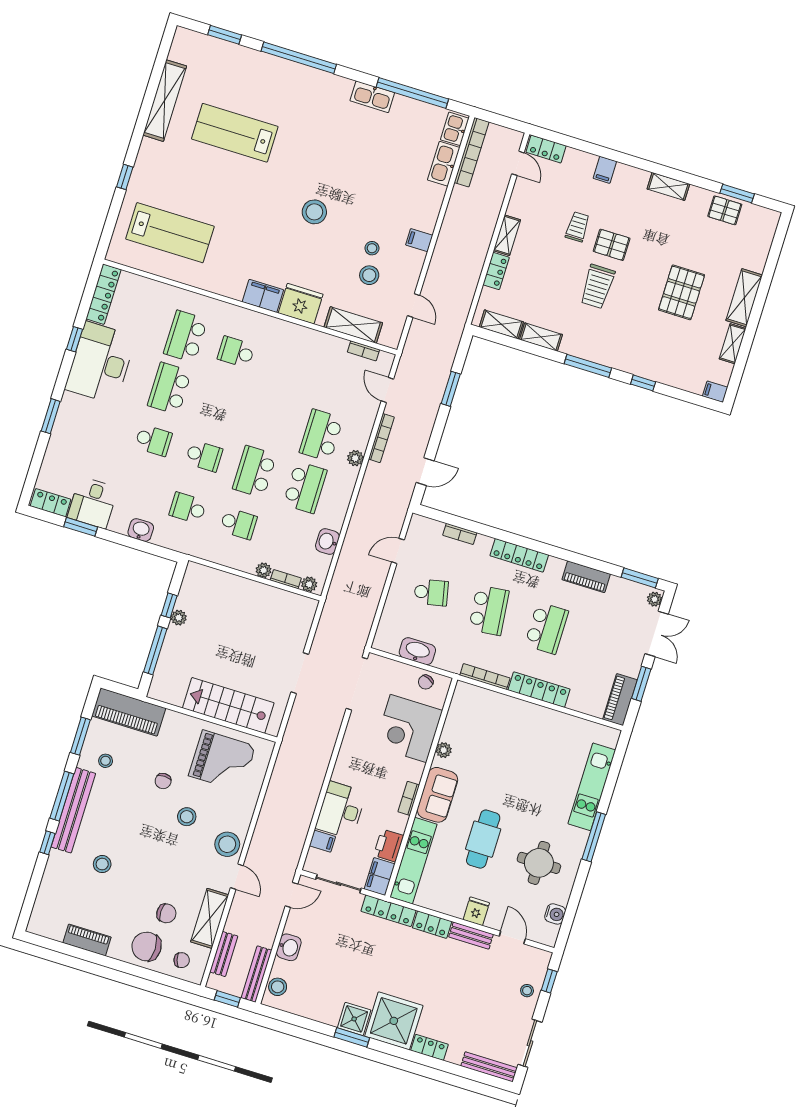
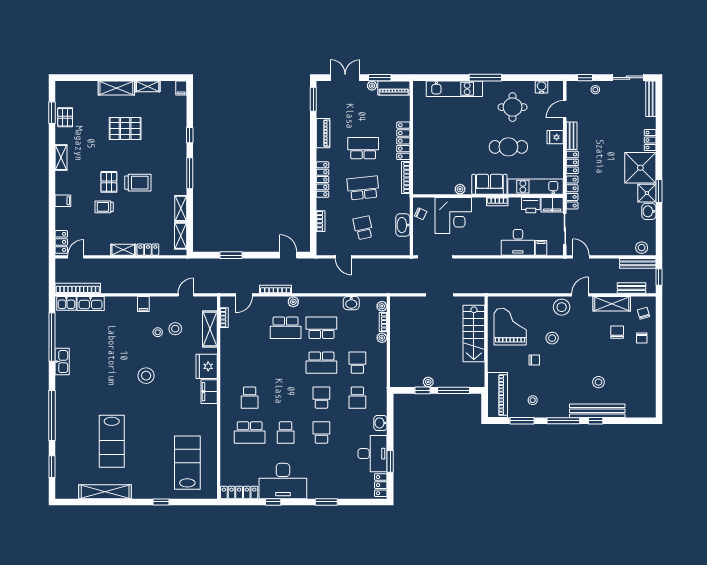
school desk: (169, 388) -> (286, 432), width x0.54
desk: (93, 503) -> (373, 454), width x1.37
plant: (655, 599) -> (372, 86), moved
bench: (73, 810) -> (597, 411), moved
piano: (87, 940) -> (649, 377), removed
chair: (146, 946) -> (642, 338), width x0.54, depth x0.54
washbasin: (289, 947) -> (649, 211), moved, turned -90

